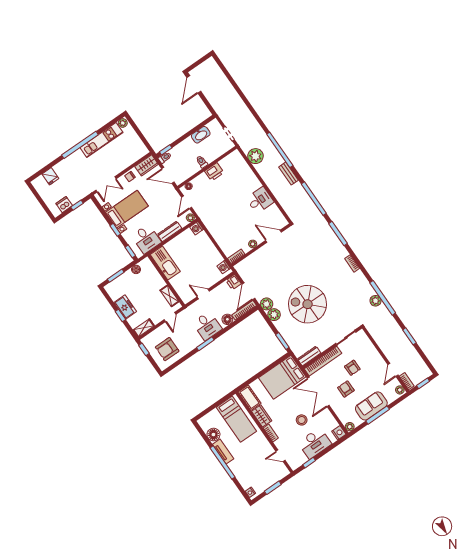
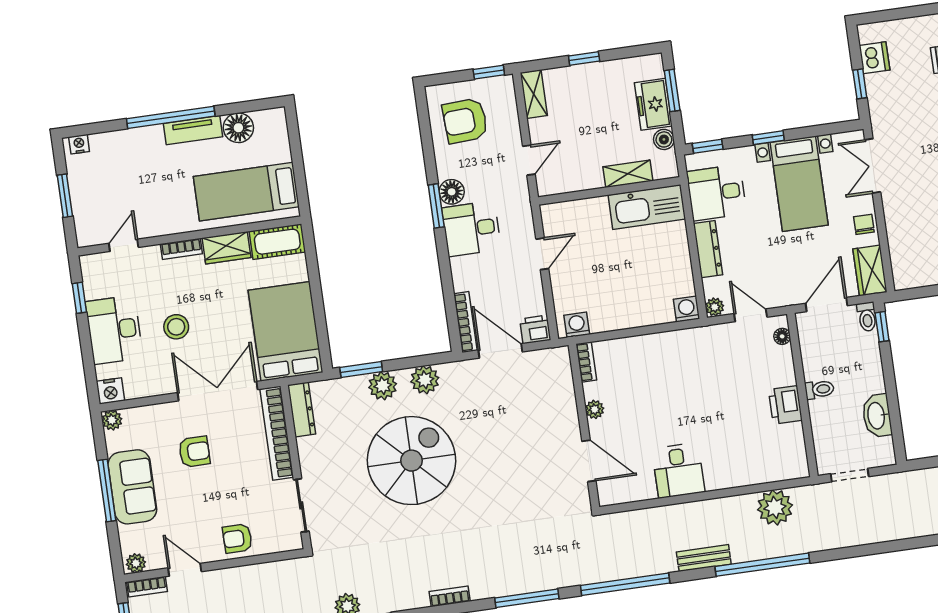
door: (274, 236) -> (589, 461), hinge flipped
shelving: (170, 296) -> (628, 174), moved
plant: (267, 304) -> (383, 386), moved
freezer: (125, 307) -> (653, 104), moved, turned 90
door: (170, 317) -> (529, 160), swing flipped
floor lamp: (227, 319) -> (452, 192), moved
armchair: (167, 349) -> (465, 121), turned -93
armchair: (352, 368) -> (237, 538), moved

